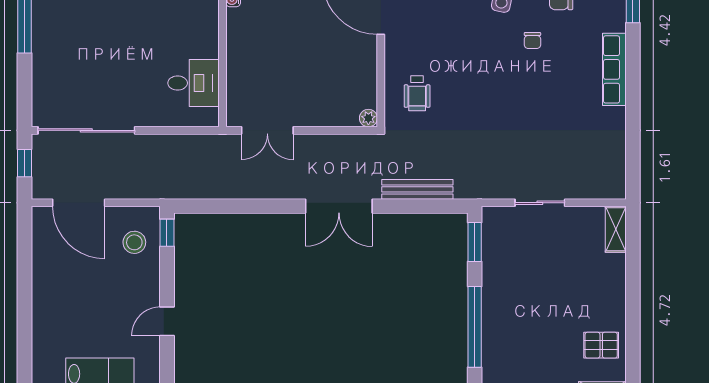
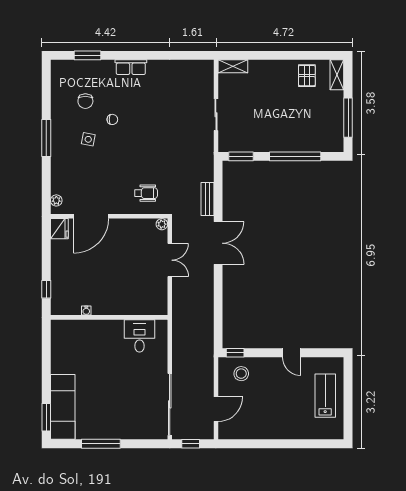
row of seats: (614, 69) -> (131, 67), width x0.68
double door: (267, 130) -> (170, 260), moved
bench: (417, 189) -> (207, 199), width x0.73
door: (79, 203) -> (216, 409), width x0.73

